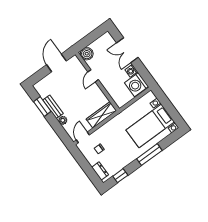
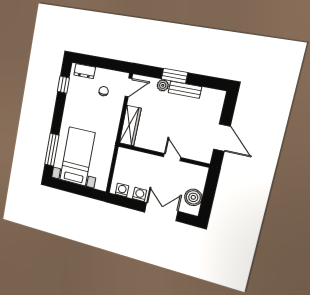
boiler: (87, 54) -> (193, 197), moved
washing machine: (137, 85) -> (122, 190), width x0.53, depth x0.53
window: (42, 107) -> (174, 76), moved
door: (83, 137) -> (128, 87), hinge flipped
window: (149, 155) -> (52, 150), moved

